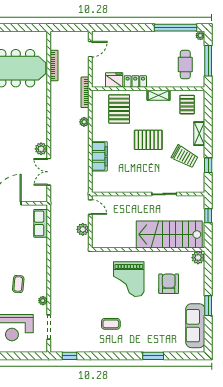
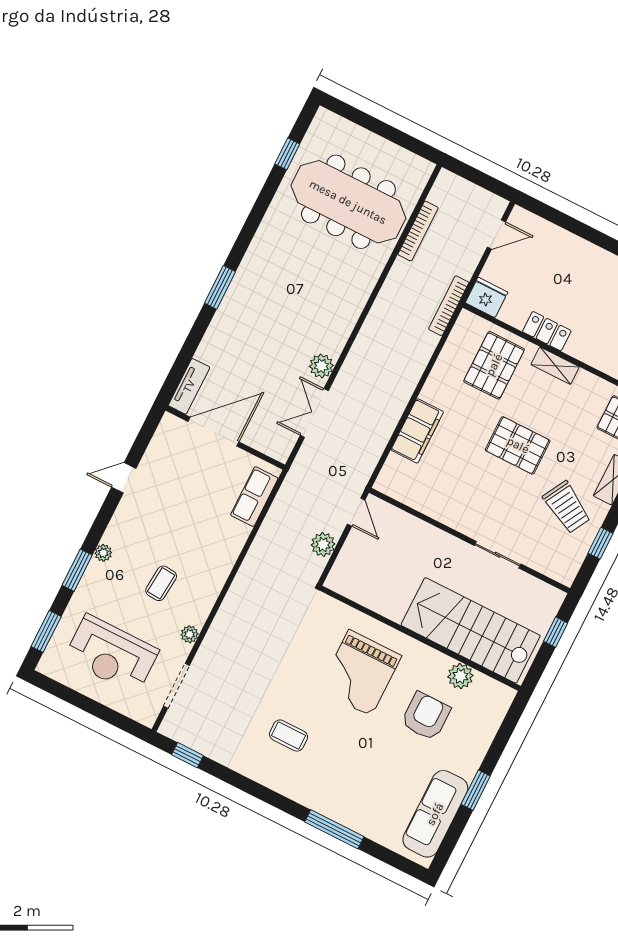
fridge: (114, 80) -> (487, 297), moved
shelving: (158, 95) -> (555, 366), moved
plant: (84, 122) -> (421, 357), removed
plant: (198, 258) -> (460, 676), moved
window: (153, 356) -> (334, 829), width x1.44

